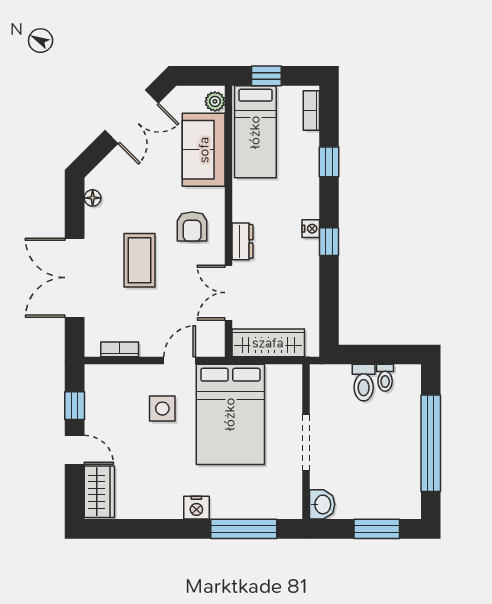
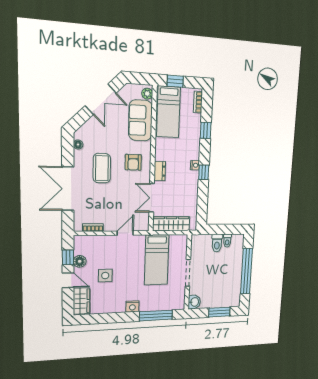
coffee table: (139, 260) -> (102, 168), moved
side table: (162, 409) -> (105, 276), moved
floor lamp: (96, 414) -> (80, 261), added
bed: (230, 414) -> (157, 260), width x0.67

